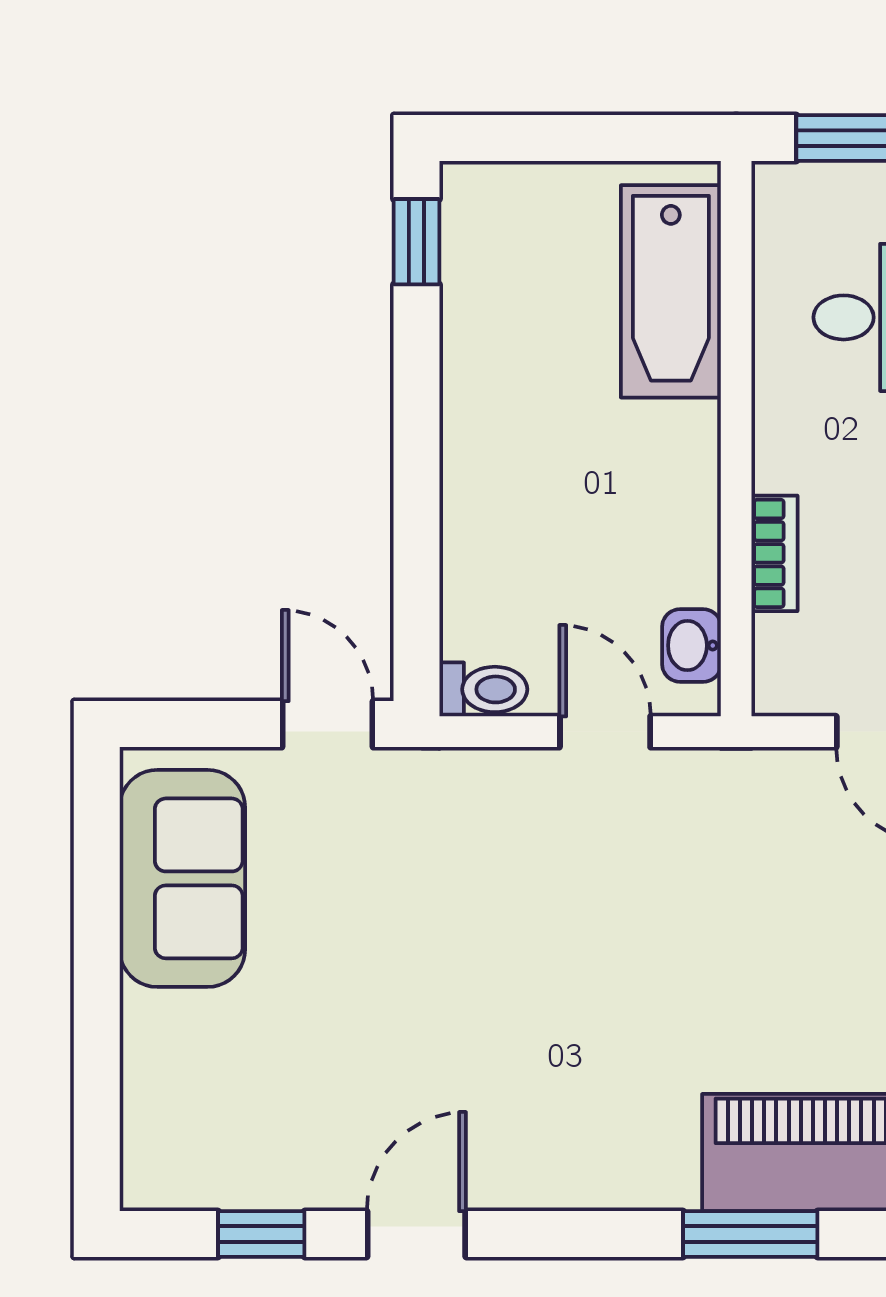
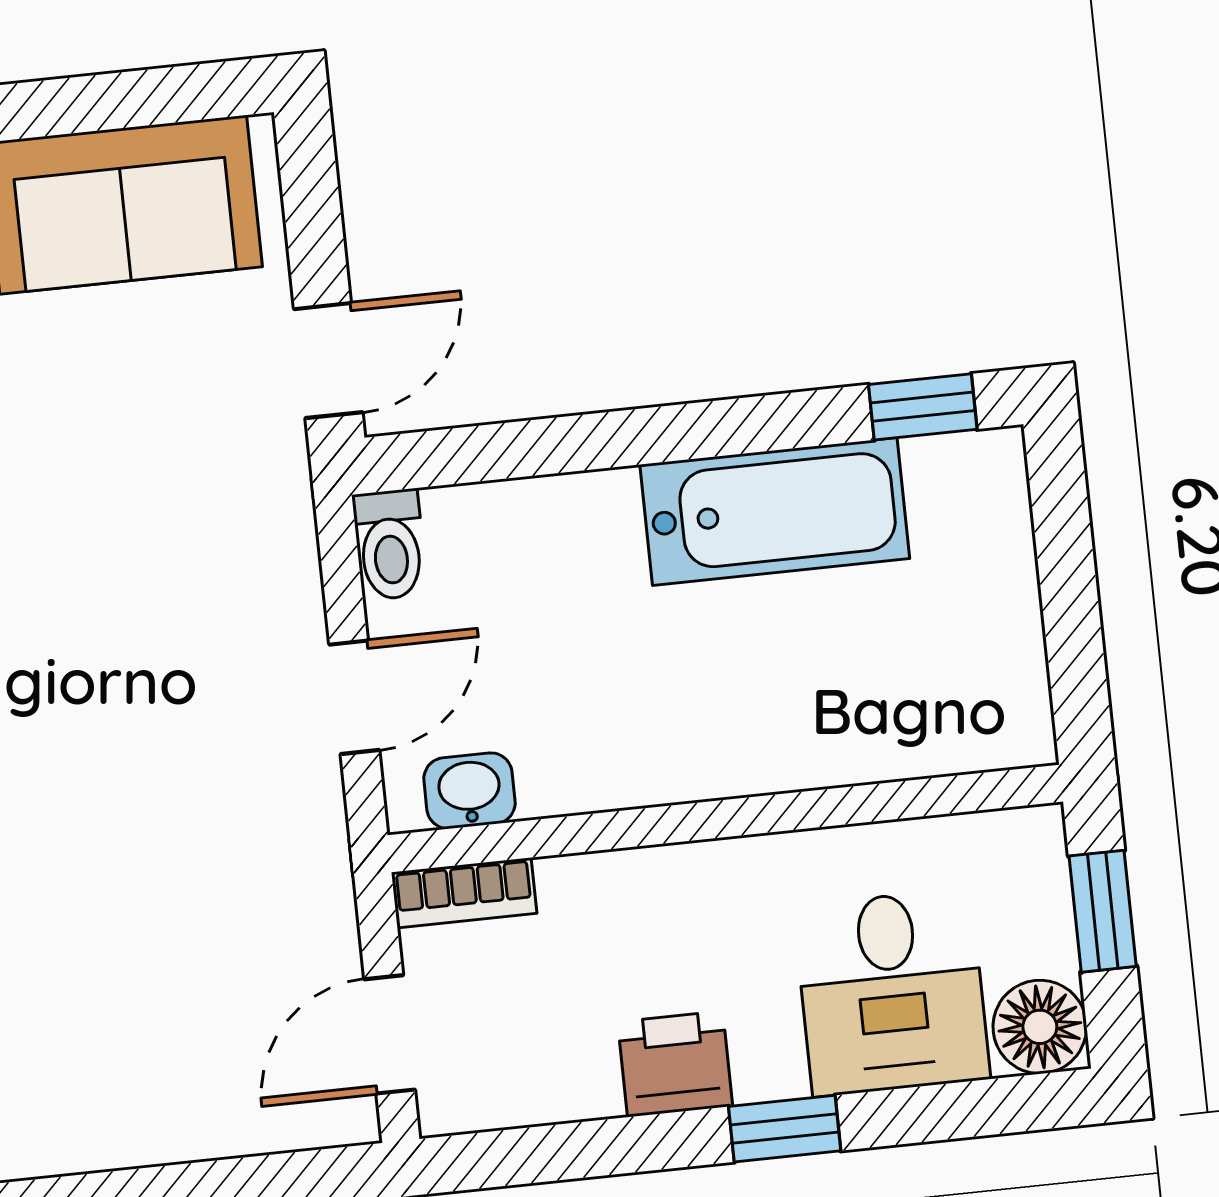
bathtub: (671, 291) -> (775, 512), moved, turned 180
bookcase: (774, 553) -> (464, 893), moved

